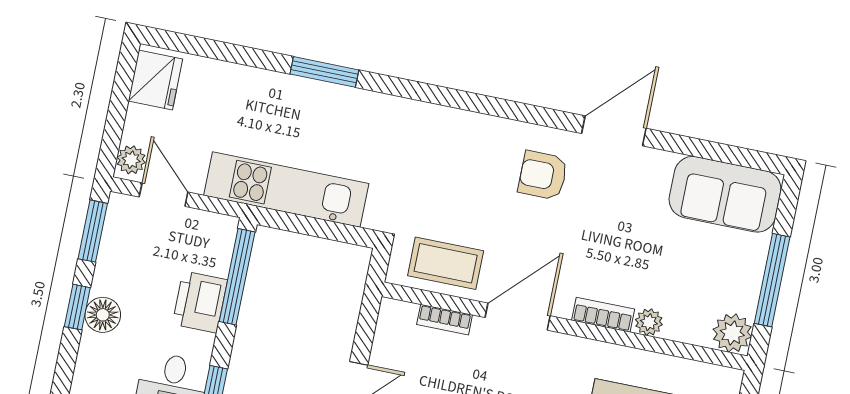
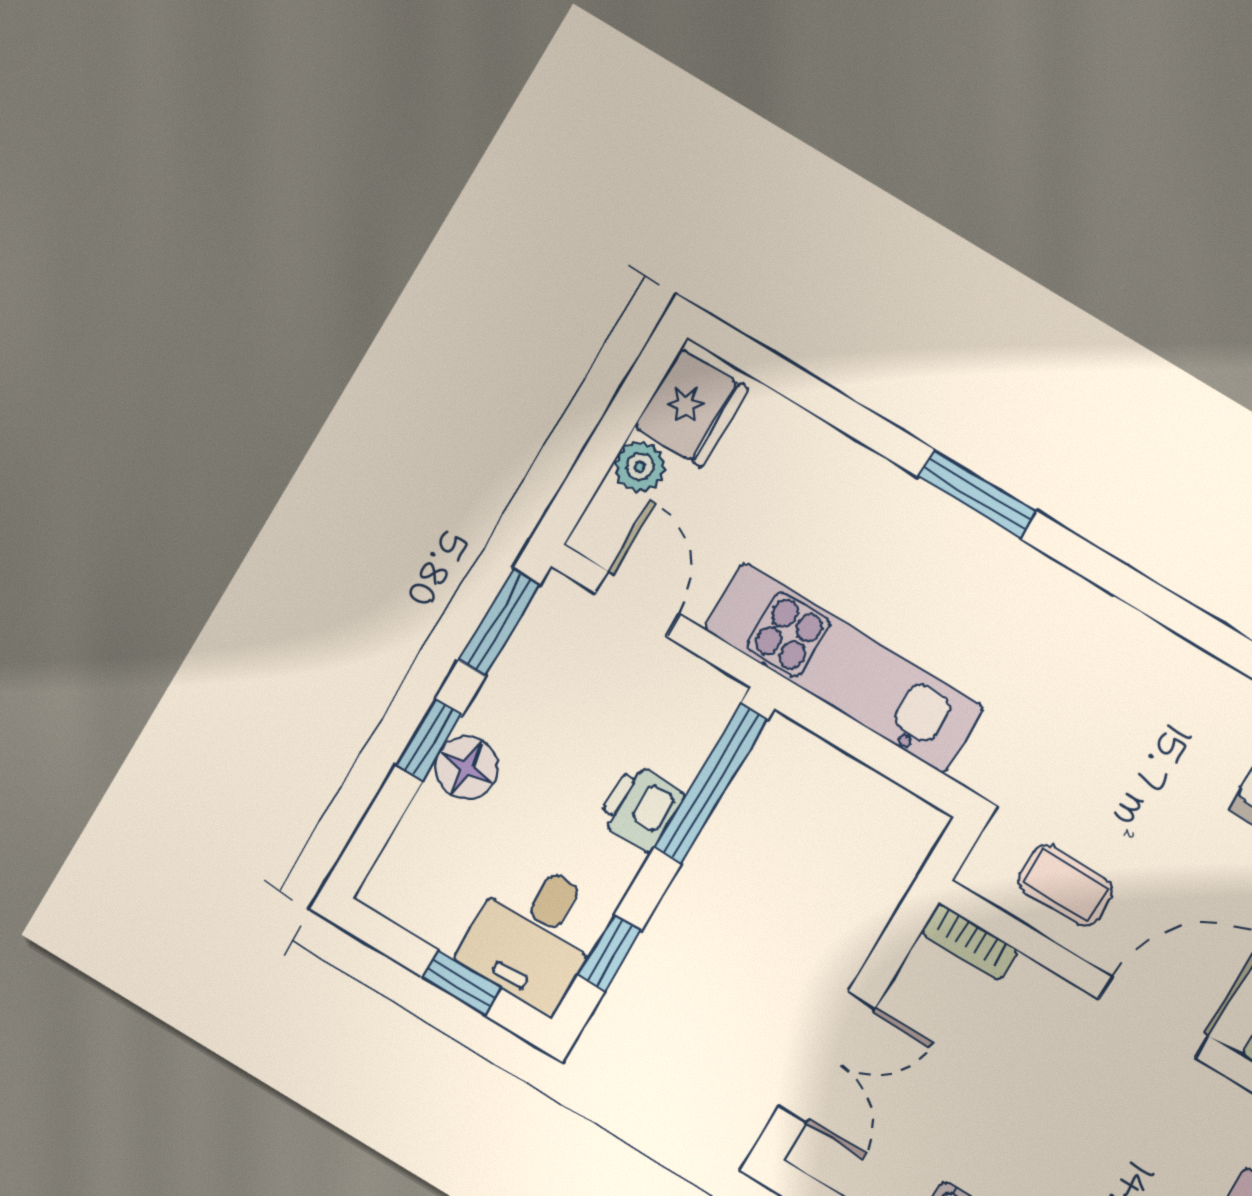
plant: (131, 160) -> (640, 467), moved
coffee table: (446, 263) -> (1065, 885), width x0.73, depth x0.77
printer: (200, 302) -> (641, 808), width x0.73, depth x0.81
bookcase: (445, 320) -> (969, 942), moved

